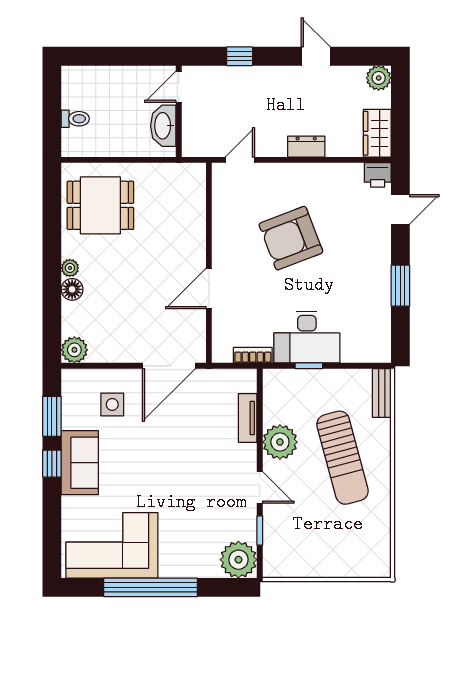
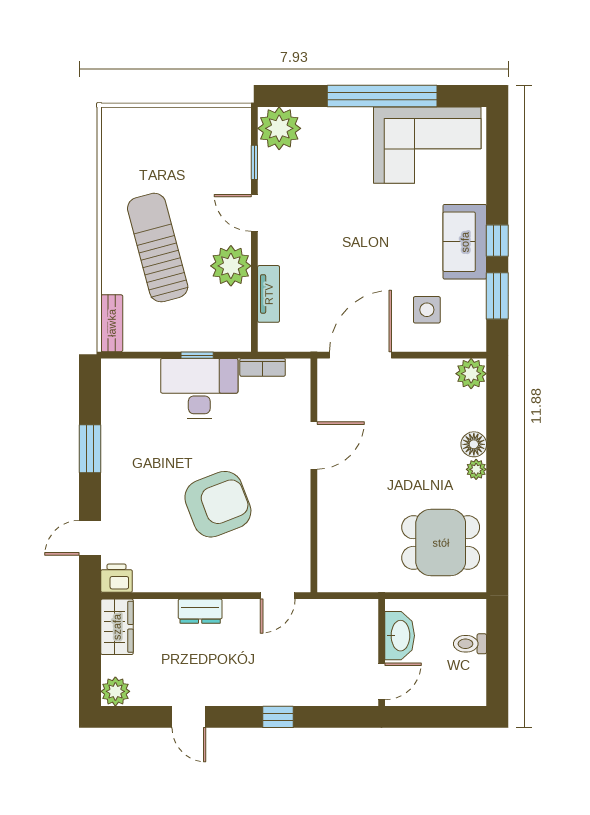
door: (179, 87) -> (382, 681), moved
wall: (179, 111) -> (382, 652), moved
washbasin: (163, 126) -> (400, 636), moved

